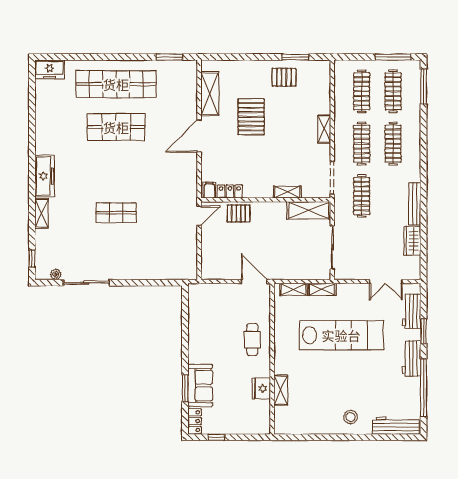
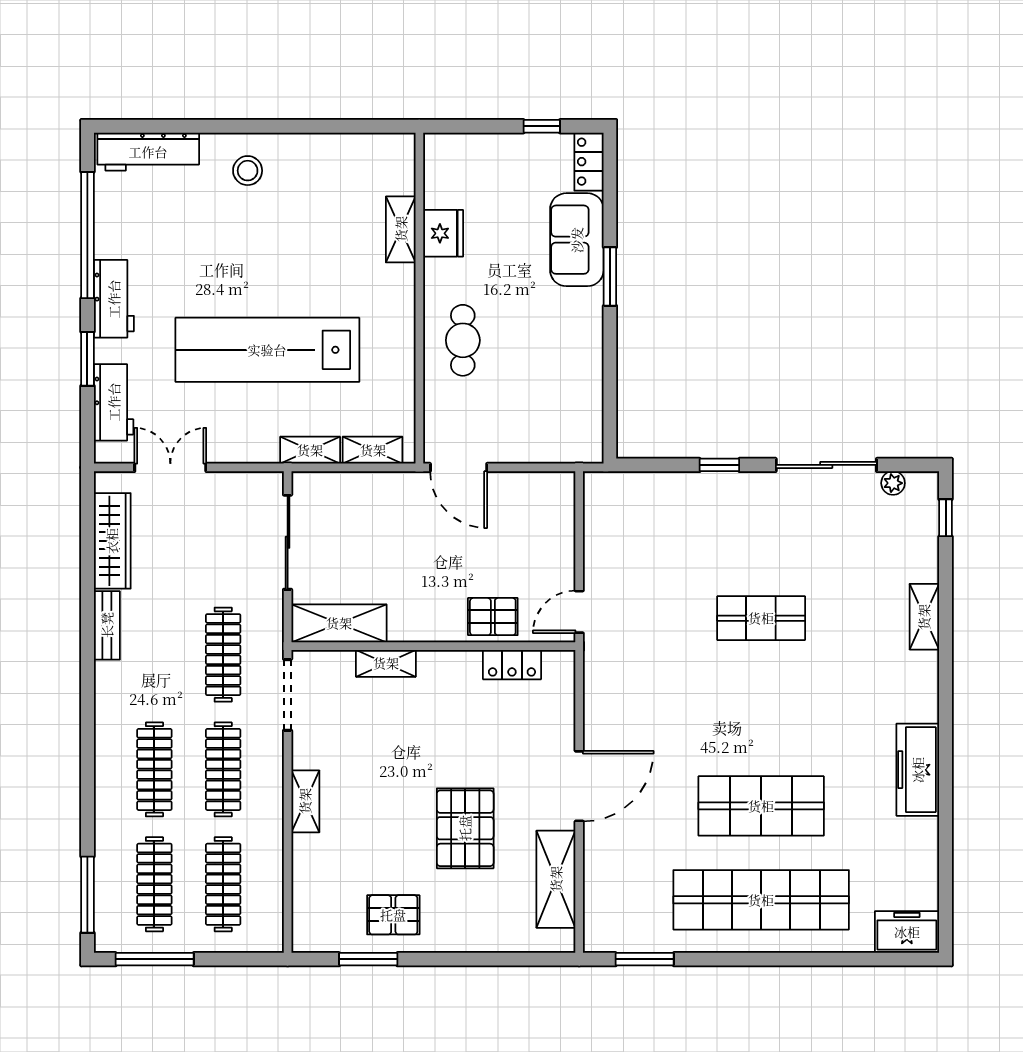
freezer: (45, 176) -> (918, 770), moved
filing cabinet: (209, 190) -> (557, 668), removed
bench: (415, 204) -> (107, 625), width x0.73
wardrobe: (412, 241) -> (112, 541), width x1.50
window: (135, 283) -> (719, 465), added
window: (185, 388) -> (610, 277), moved

